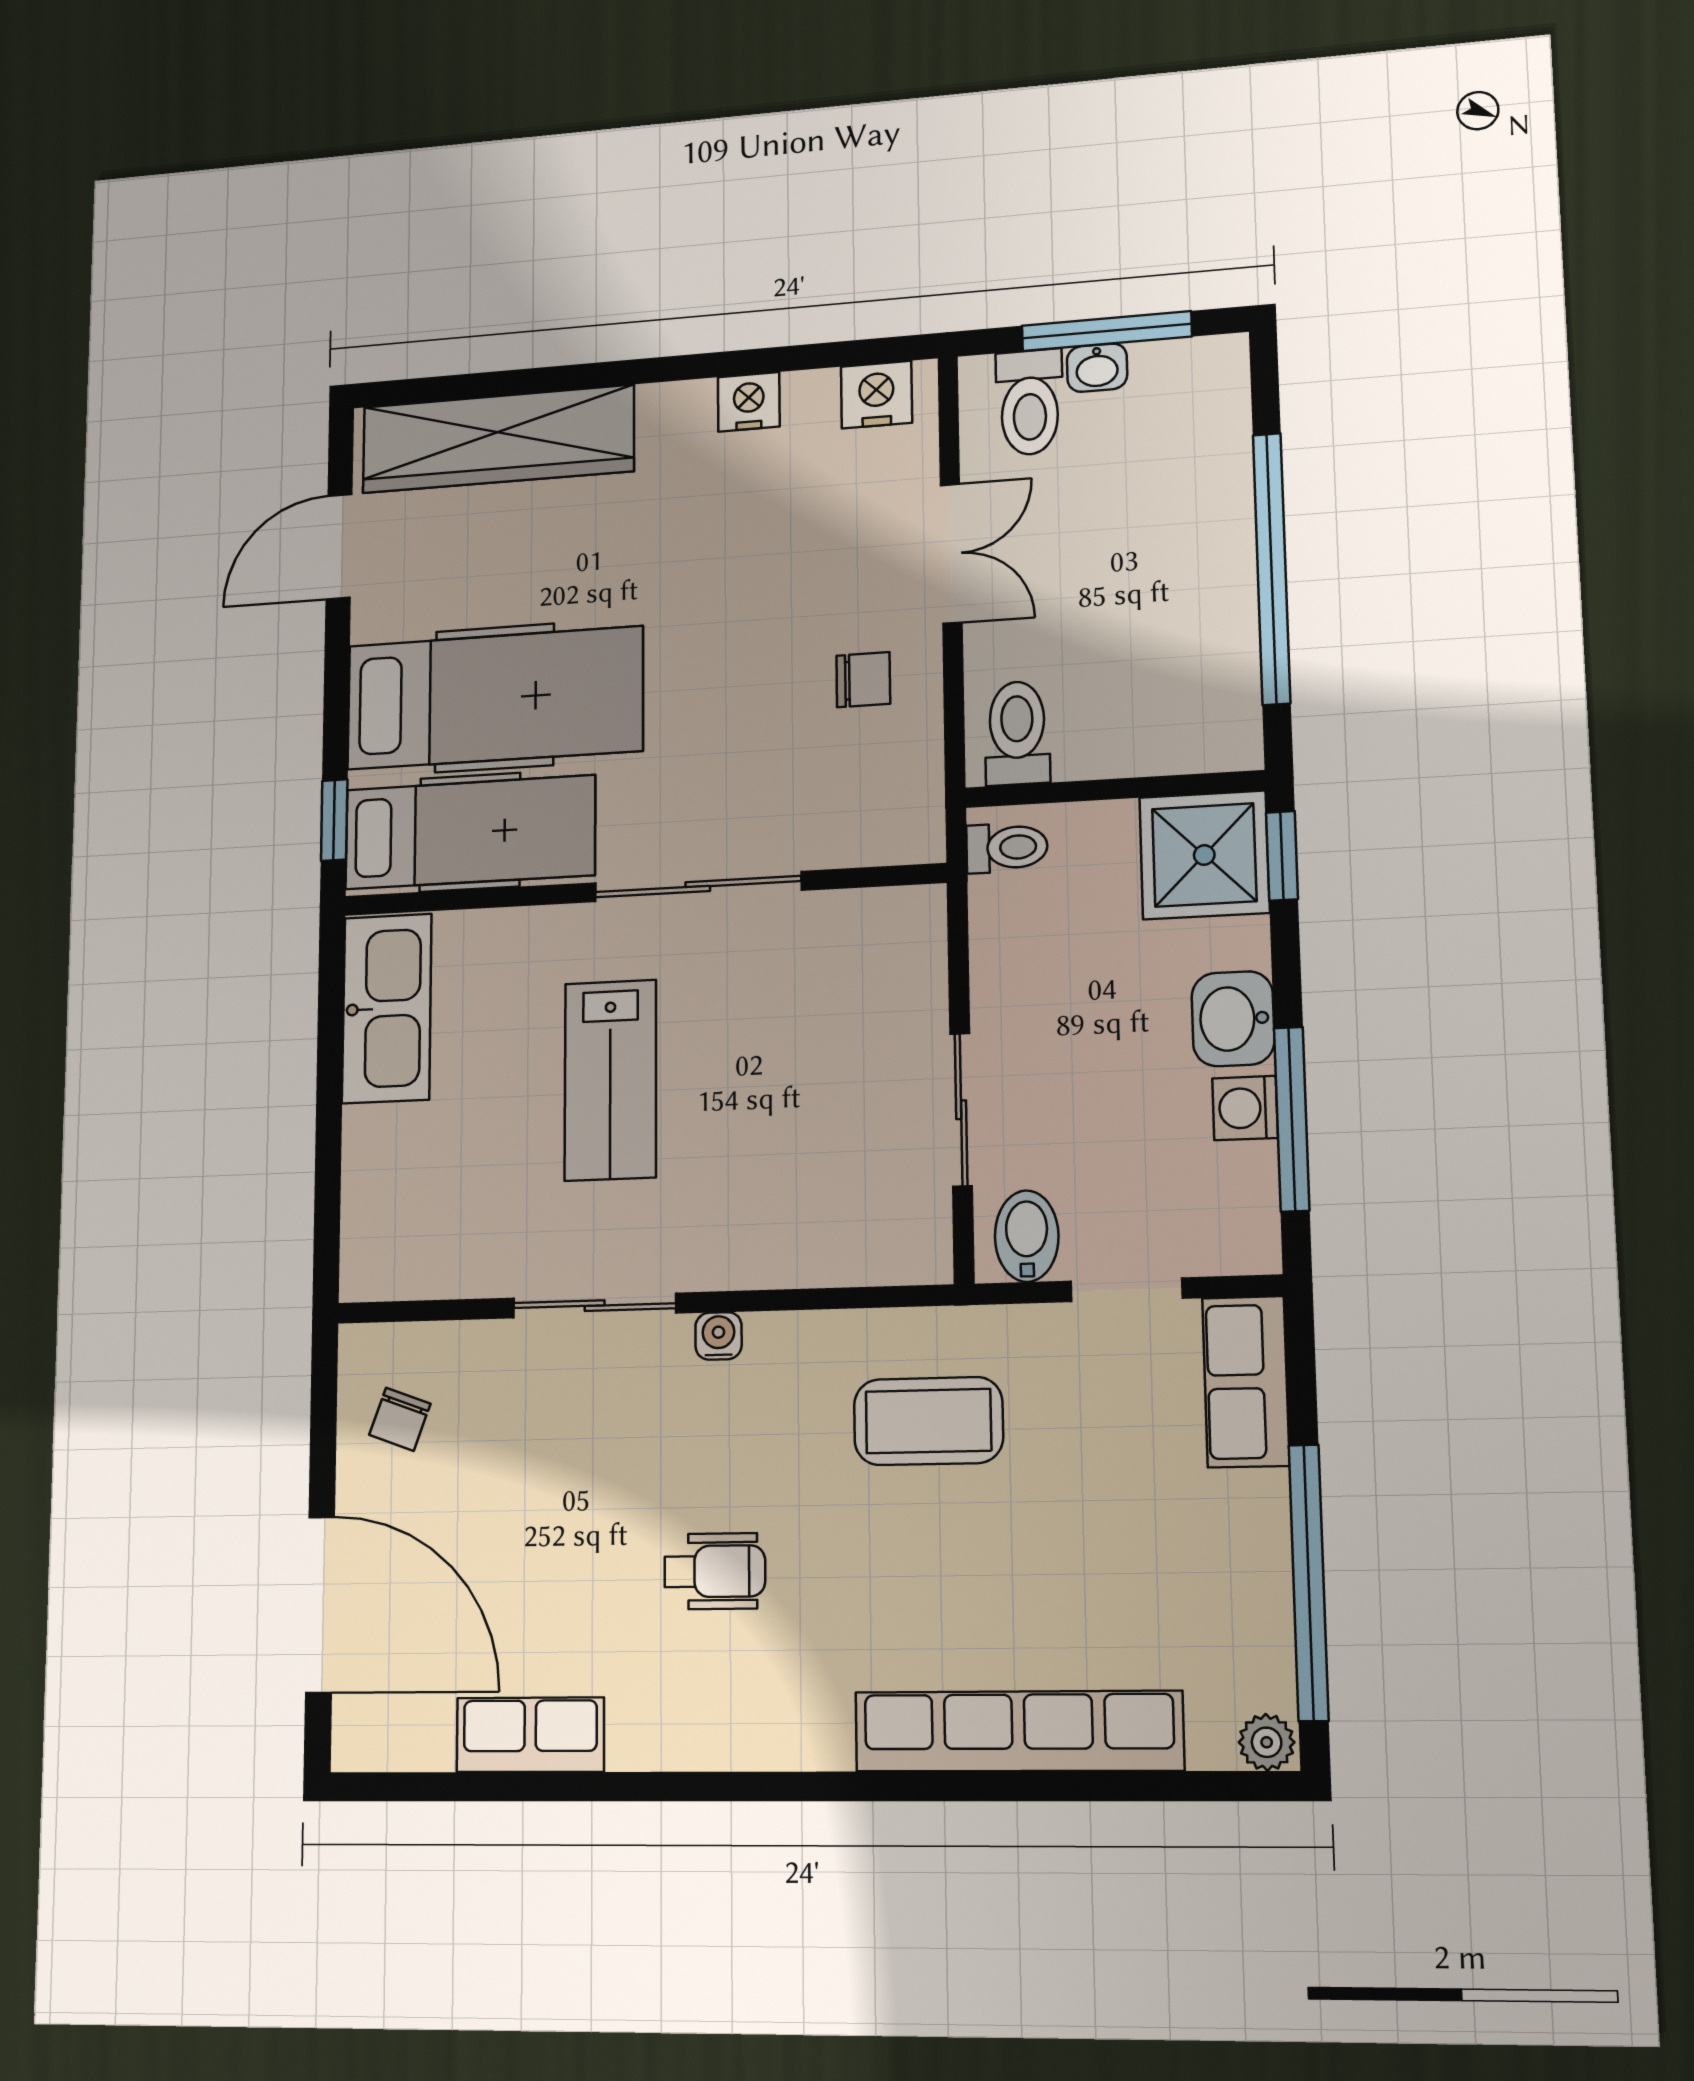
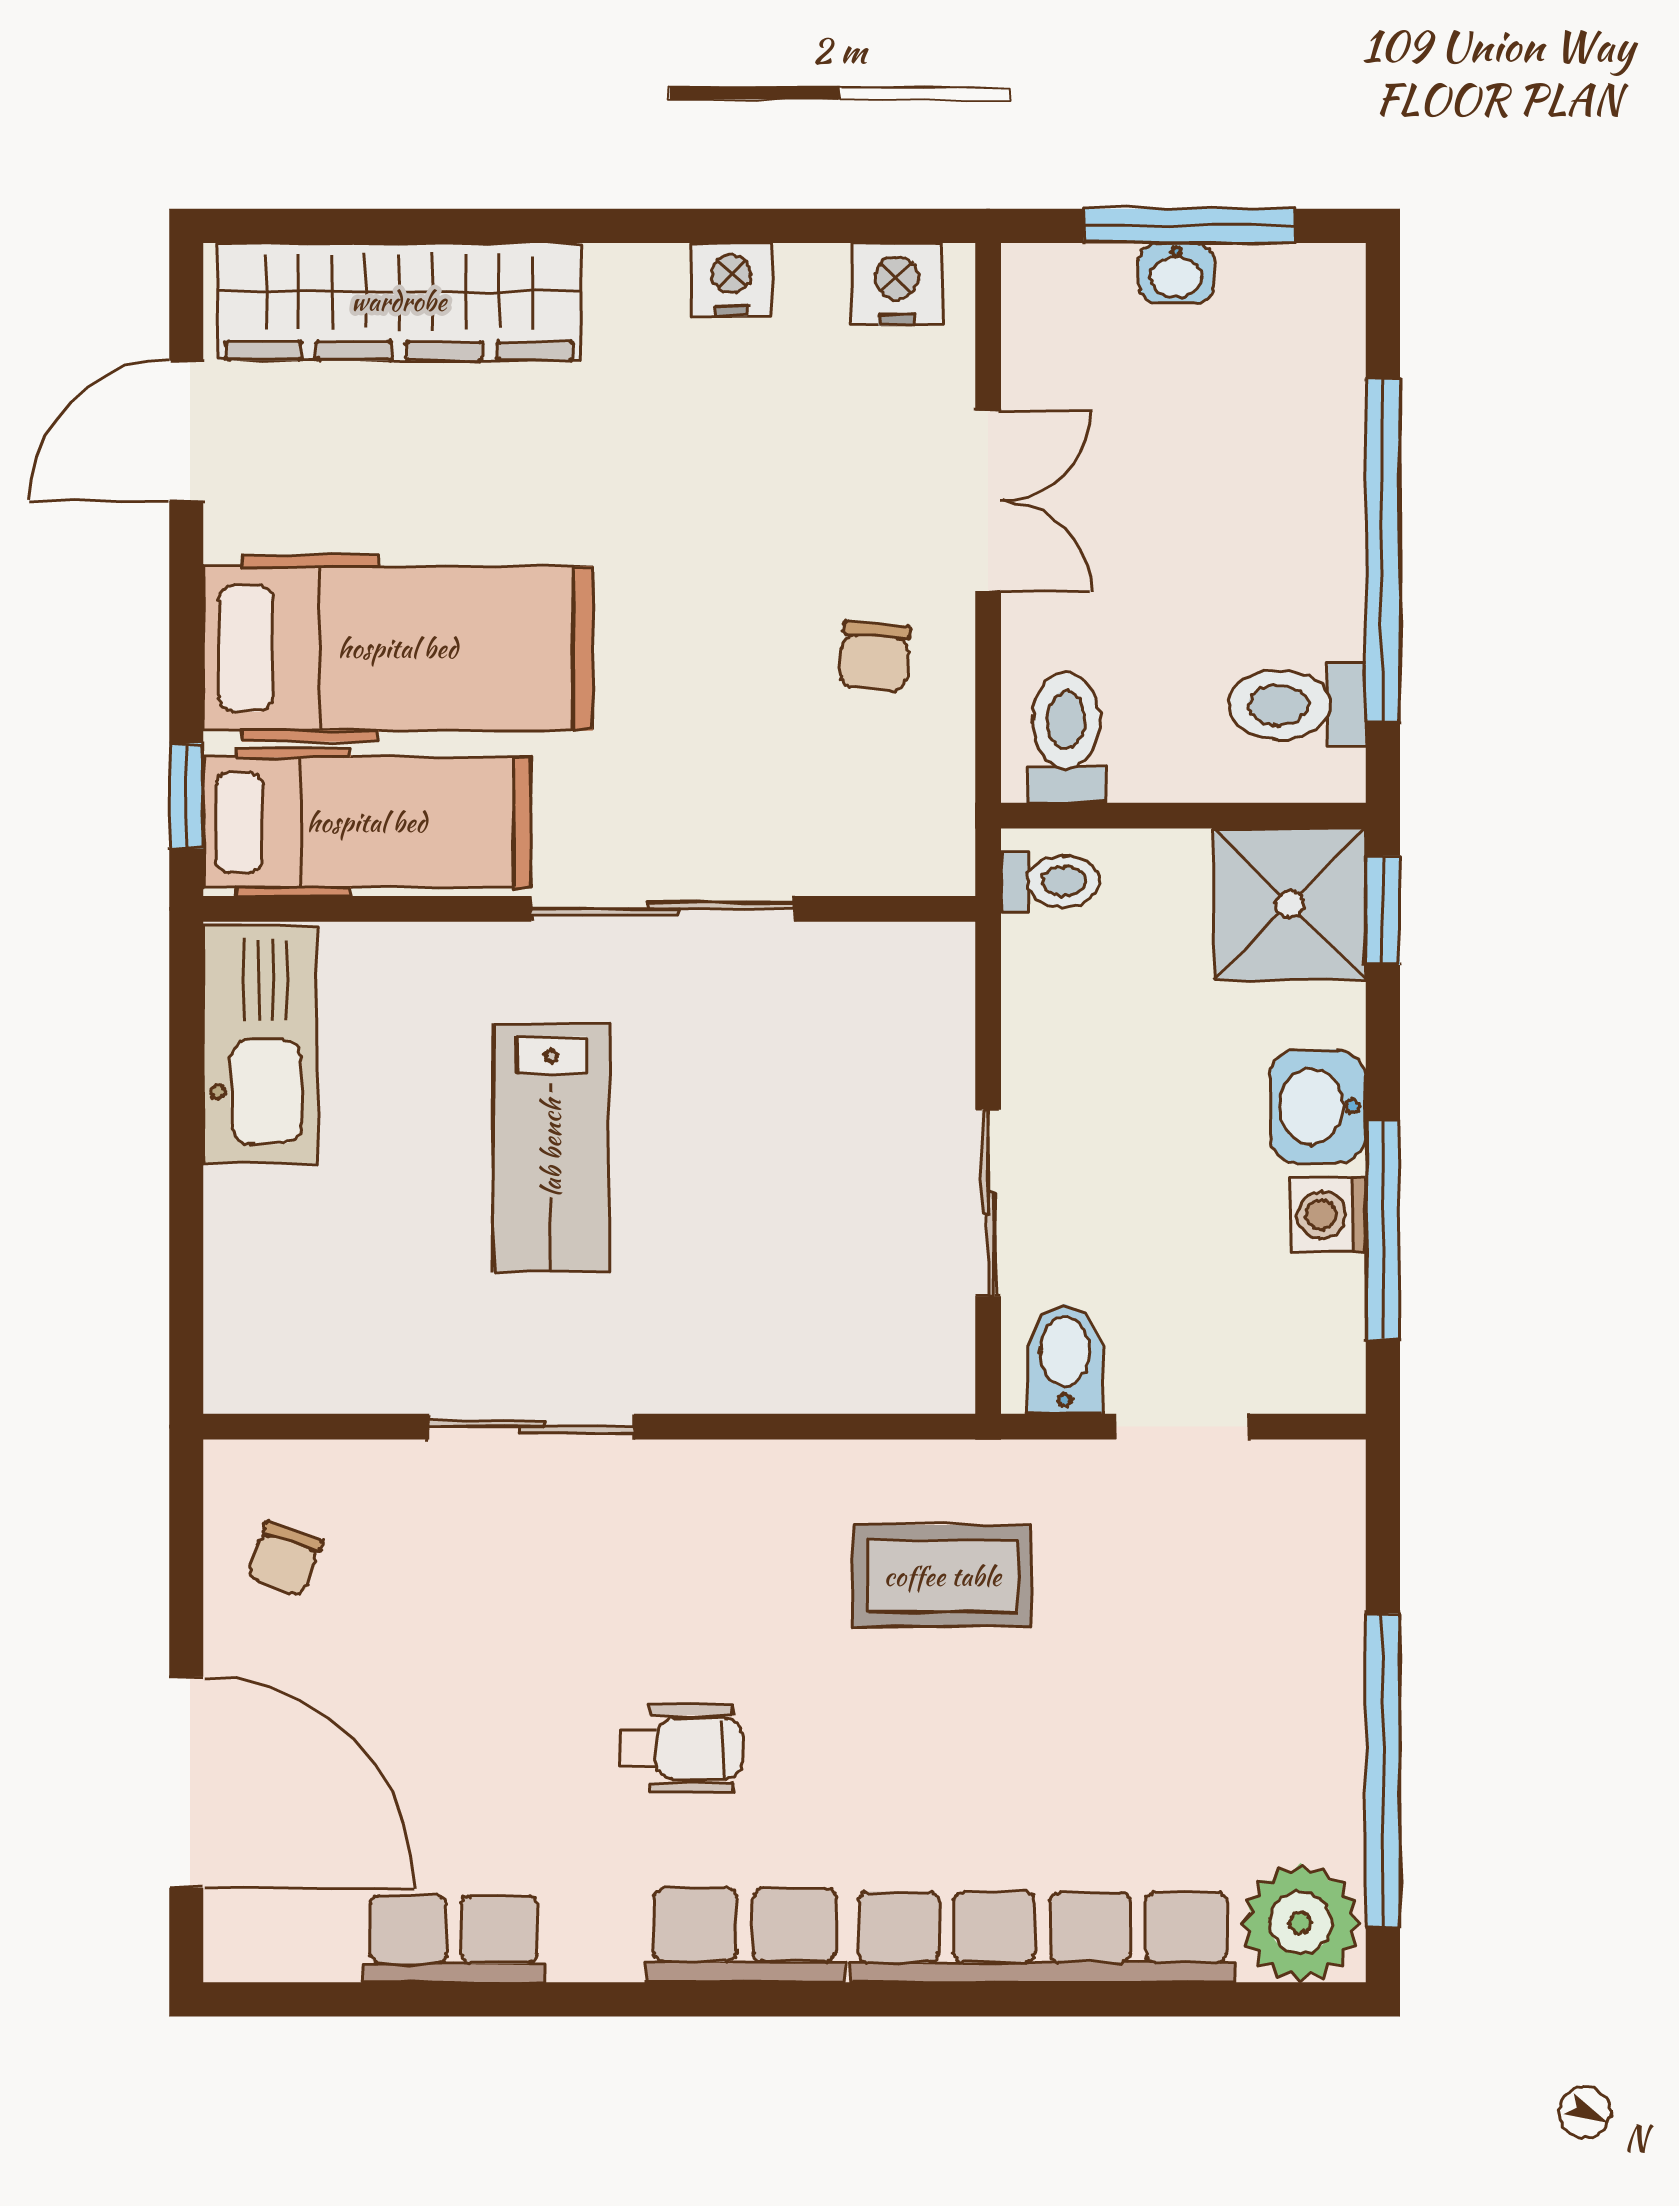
toilet: (1030, 402) -> (1297, 705), moved, turned 90
chair: (863, 680) -> (875, 656), turned 95
water cooler: (718, 1336) -> (687, 1468), removed
row of seats: (1246, 1382) -> (745, 1935), moved, turned 90
plant: (1267, 1742) -> (1301, 1923), width x1.87, depth x1.87

